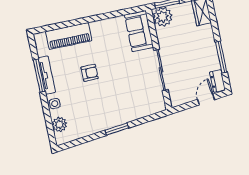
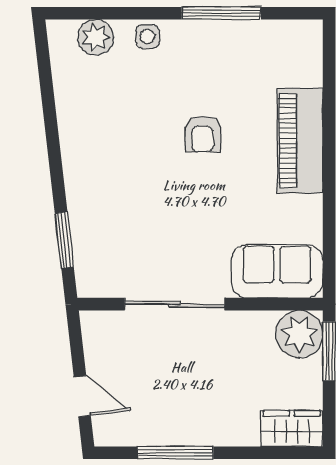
piano: (69, 36) -> (300, 141), moved
tv unit: (47, 75) -> (219, 32), removed
dresser: (217, 81) -> (120, 432), removed
window: (117, 129) -> (64, 240), moved

